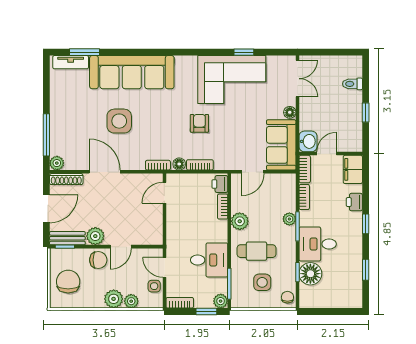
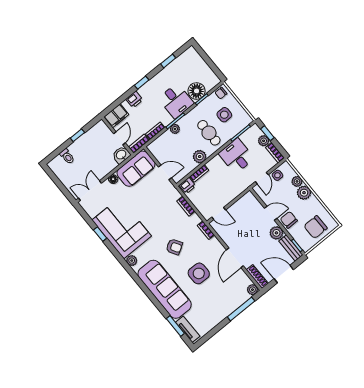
plant: (190, 62) -> (132, 261), added
armchair: (199, 123) -> (174, 247), moved, turned -121
door: (327, 154) -> (119, 138), swing flipped
floor lamp: (179, 164) -> (195, 219), removed
plant: (221, 301) -> (264, 141), moved

